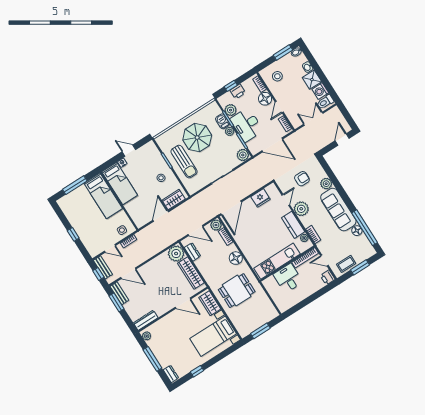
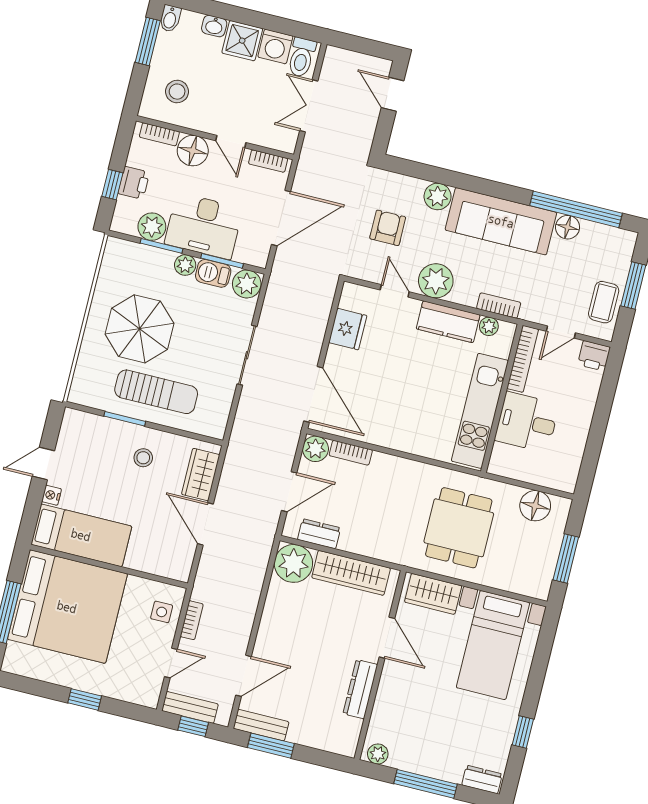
barbecue: (223, 121) -> (213, 273), moved
bed: (103, 196) -> (67, 607), width x2.04
floor lamp: (236, 258) -> (535, 506), moved
door: (183, 303) -> (387, 638), hinge flipped
dresser: (146, 320) -> (360, 689), moved

